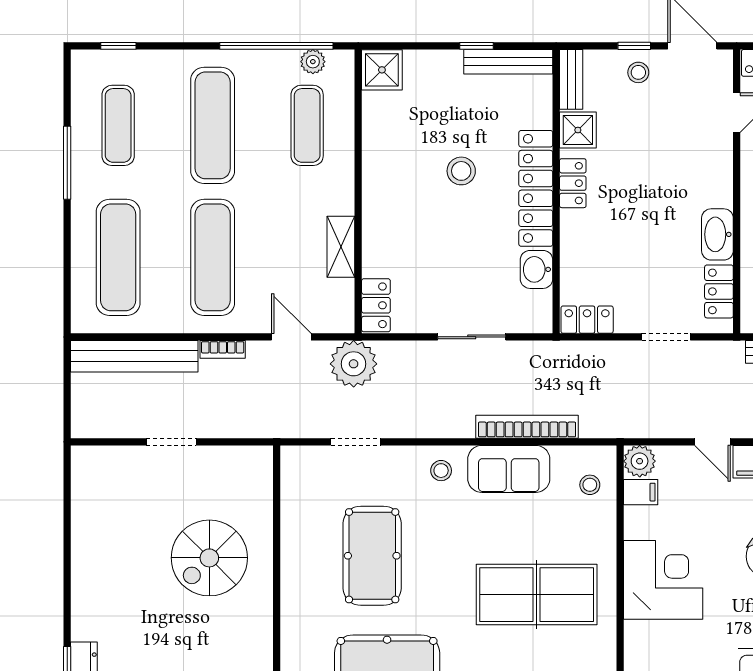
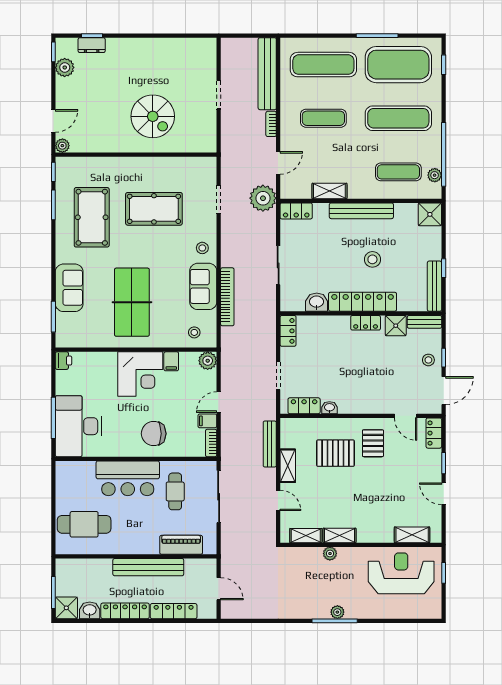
exercise mat: (118, 125) -> (398, 65), width x2.00, depth x1.45
bench: (376, 190) -> (361, 211), added
washbasin: (717, 234) -> (329, 408), width x0.52, depth x0.69
exercise mat: (213, 257) -> (323, 118), width x0.73, depth x0.69
filing cabinet: (641, 492) -> (171, 361), moved
spiral stairs: (209, 558) -> (153, 116), turned 180

